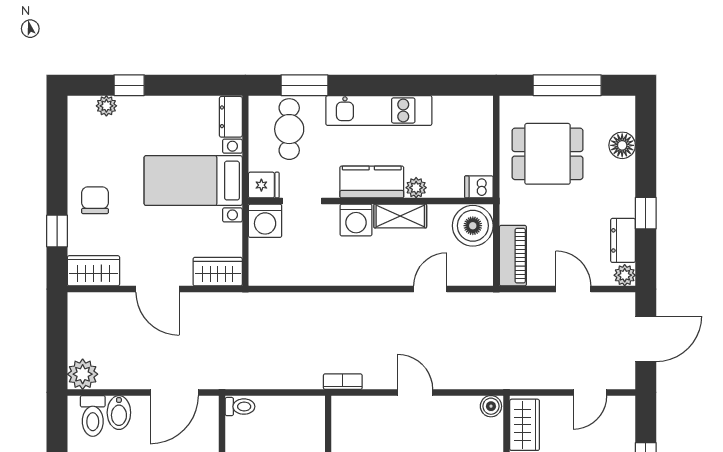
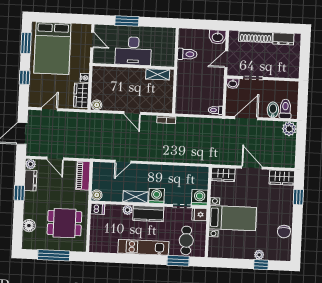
plant: (106, 106) -> (259, 255), moved
dresser: (231, 117) -> (214, 247), removed
chair: (95, 200) -> (284, 232), moved
boiler: (473, 226) -> (97, 195), width x0.54, depth x0.54

